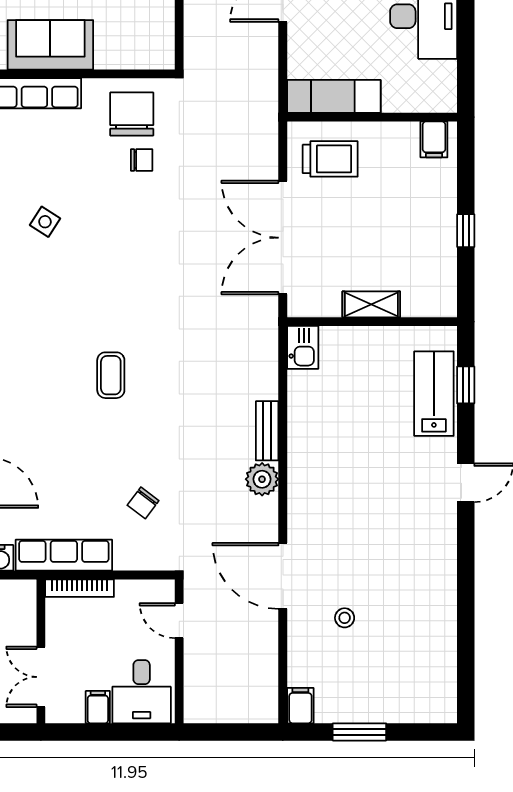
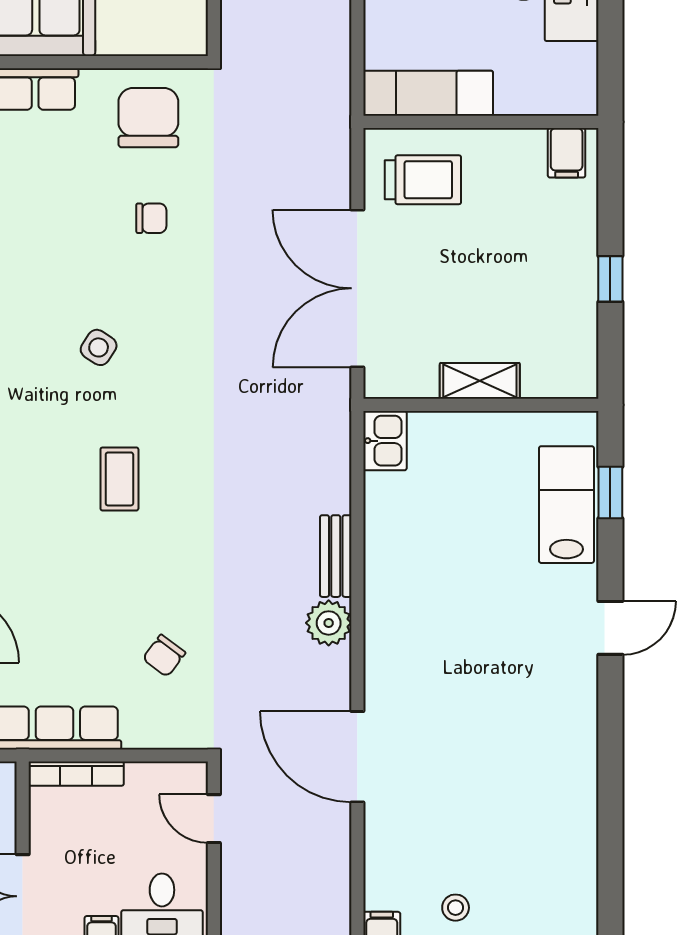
chair: (142, 160) -> (151, 218), moved
side table: (45, 222) -> (99, 347), moved
stool: (345, 618) -> (456, 908), moved

